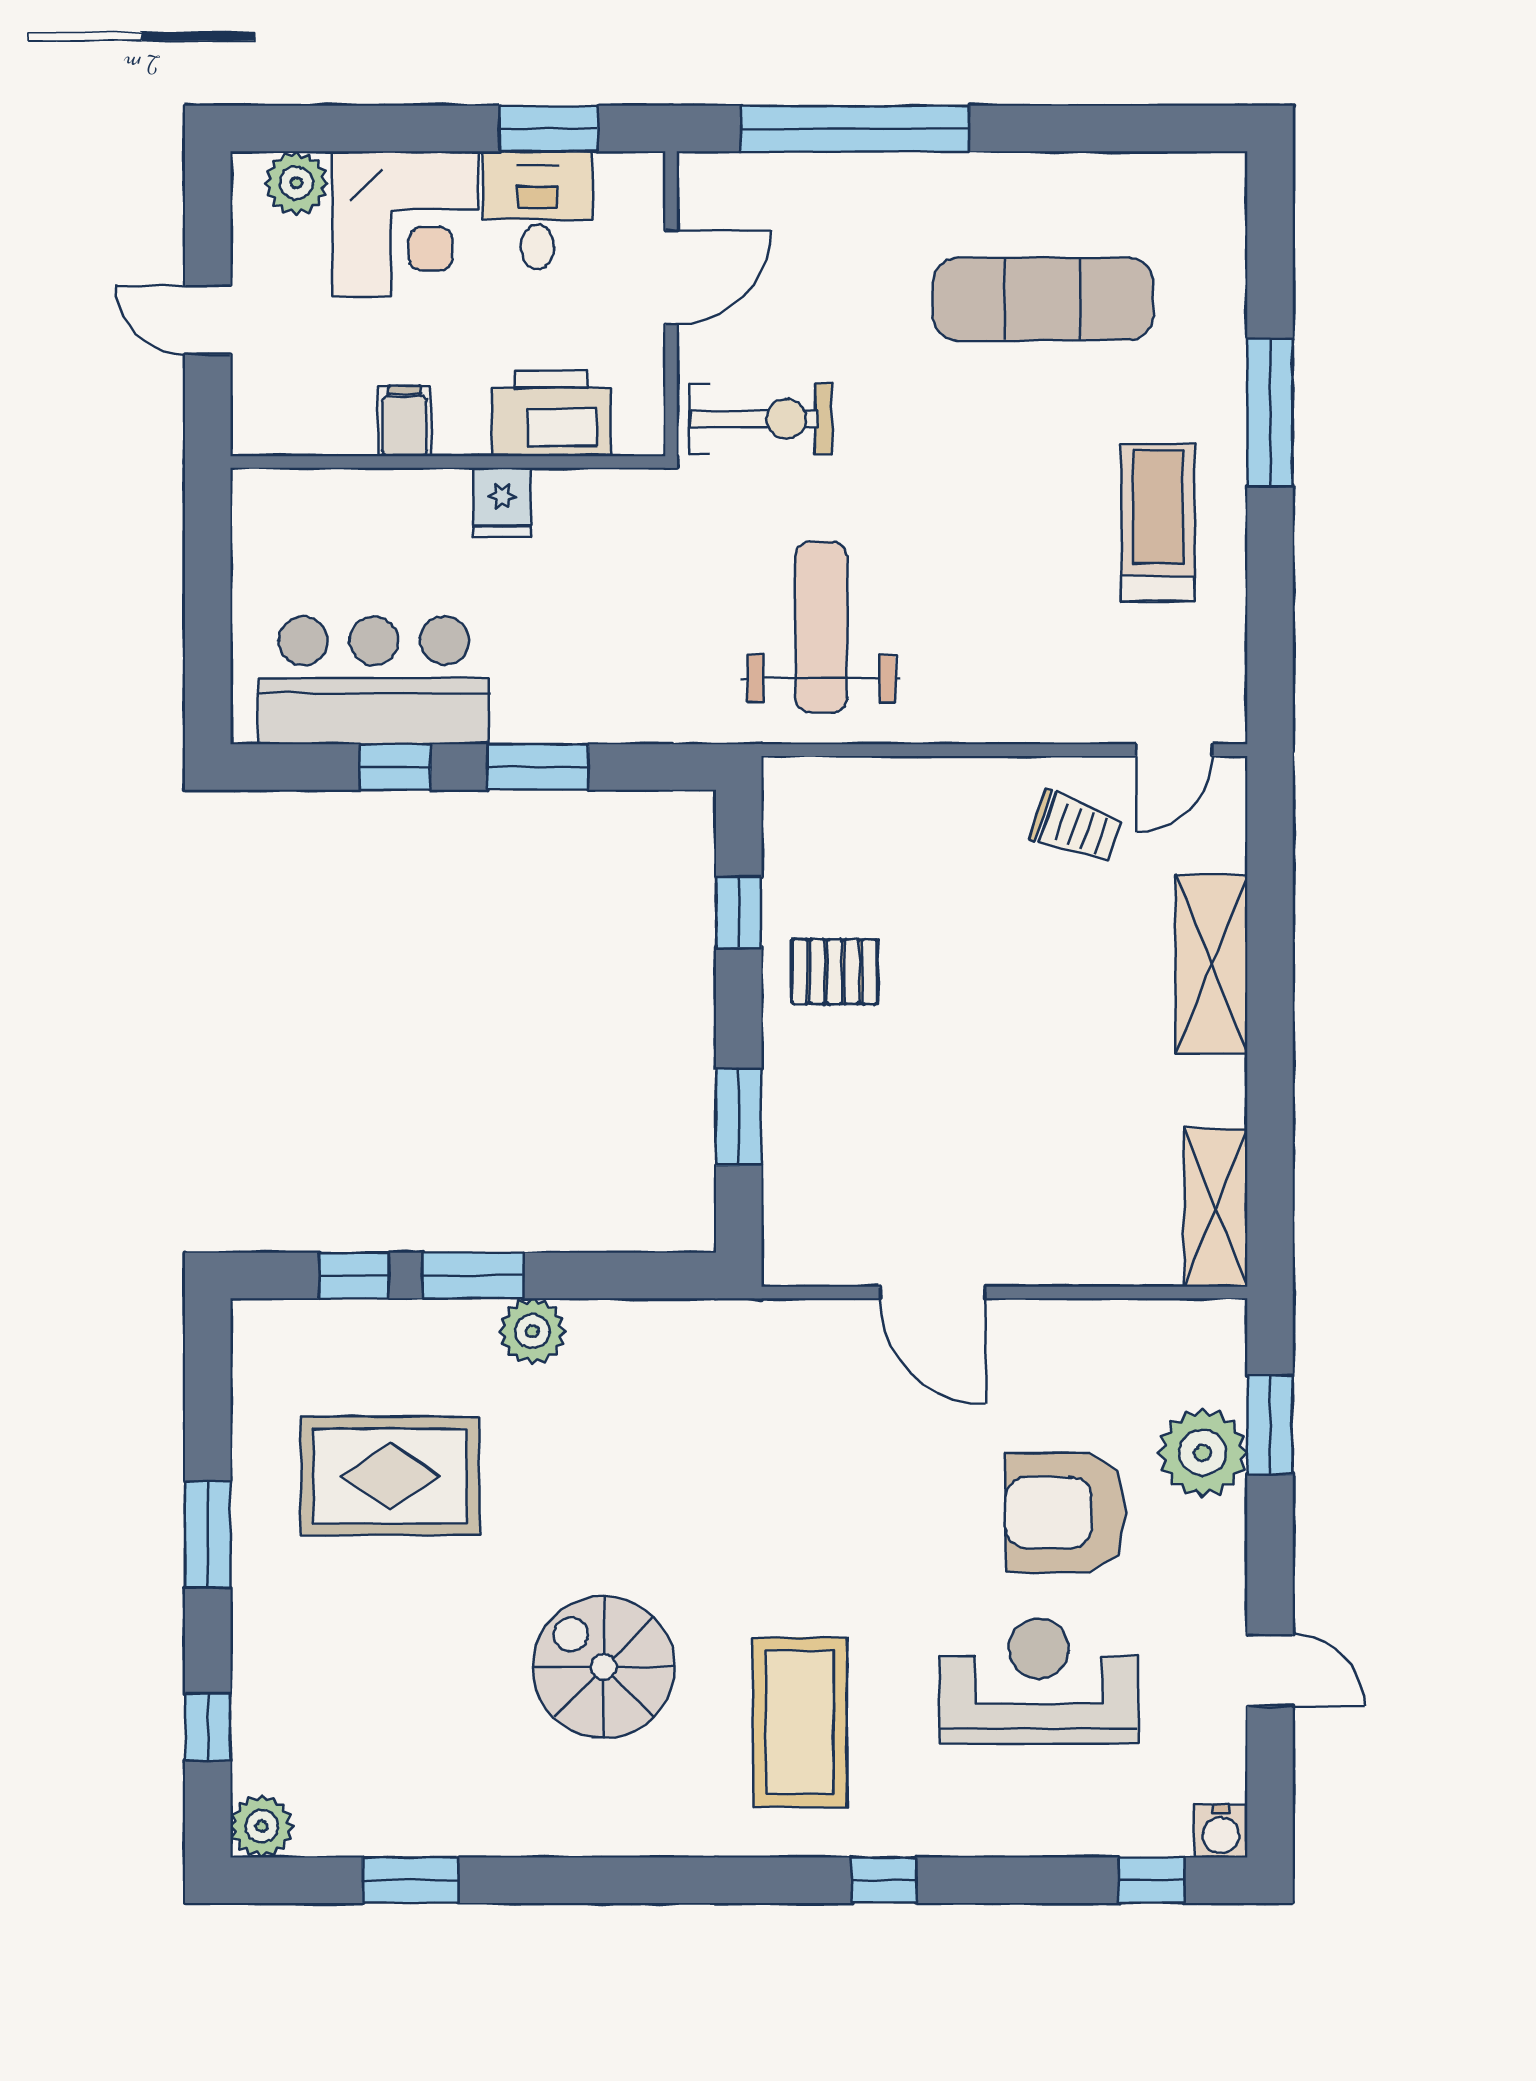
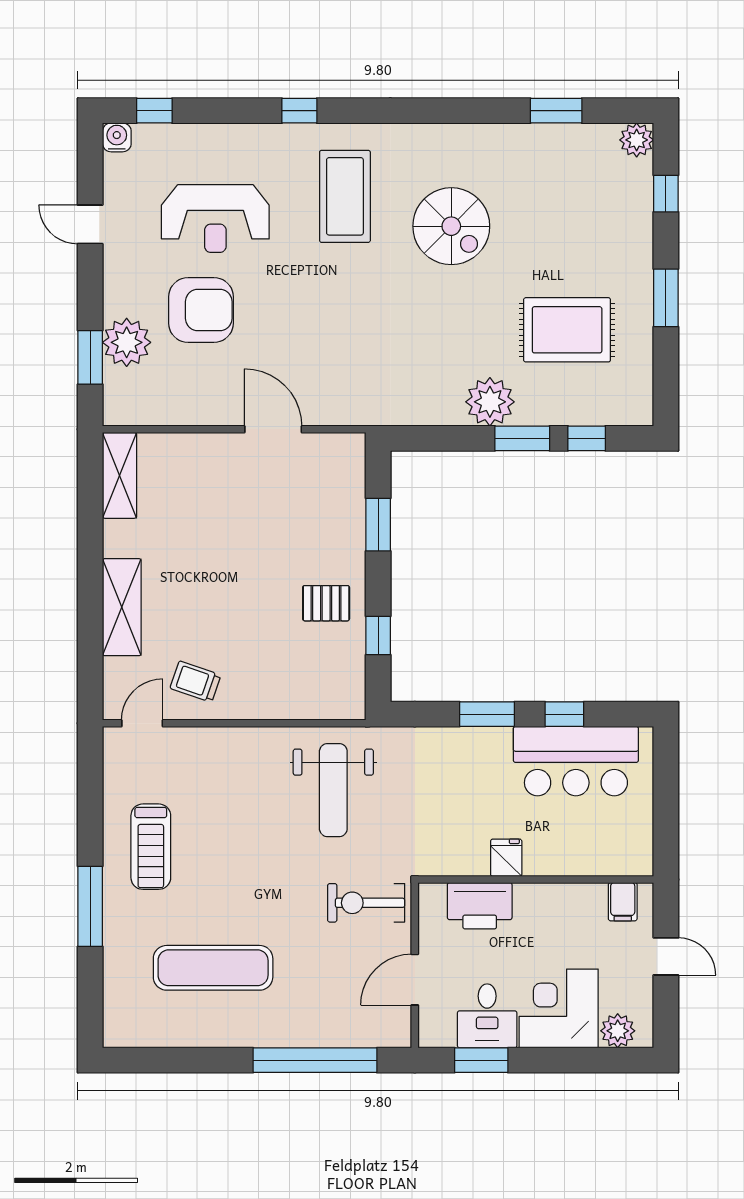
filing cabinet: (405, 421) -> (623, 902), moved
plant: (532, 1331) -> (490, 402), width x1.36, depth x1.36

